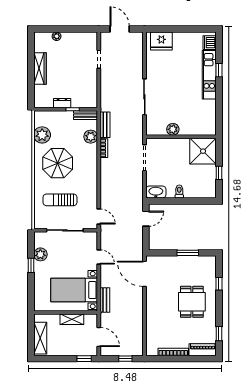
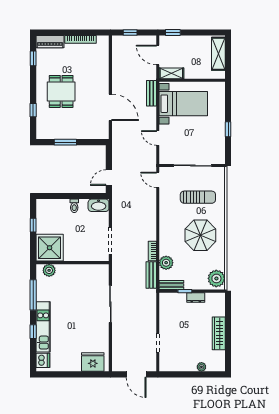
window: (219, 106) -> (33, 295), added
plant: (173, 129) -> (49, 270), moved
plant: (42, 135) -> (216, 278), moved
plant: (40, 254) -> (218, 141), removed
door: (144, 274) -> (110, 107), moved
shelving: (72, 319) -> (171, 73), moved

